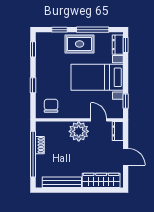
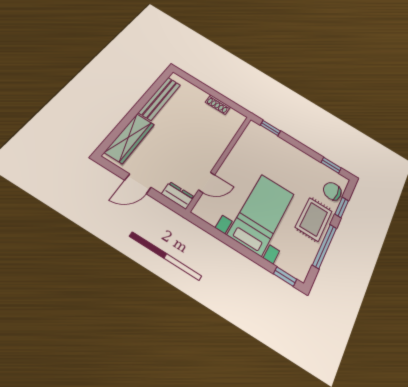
dresser: (118, 45) -> (291, 266), removed
window: (33, 85) -> (270, 128), moved
window: (126, 101) -> (211, 230), removed
chair: (51, 106) -> (332, 191), moved, turned 180
plant: (79, 131) -> (207, 152), removed
window: (33, 154) -> (212, 92), removed

